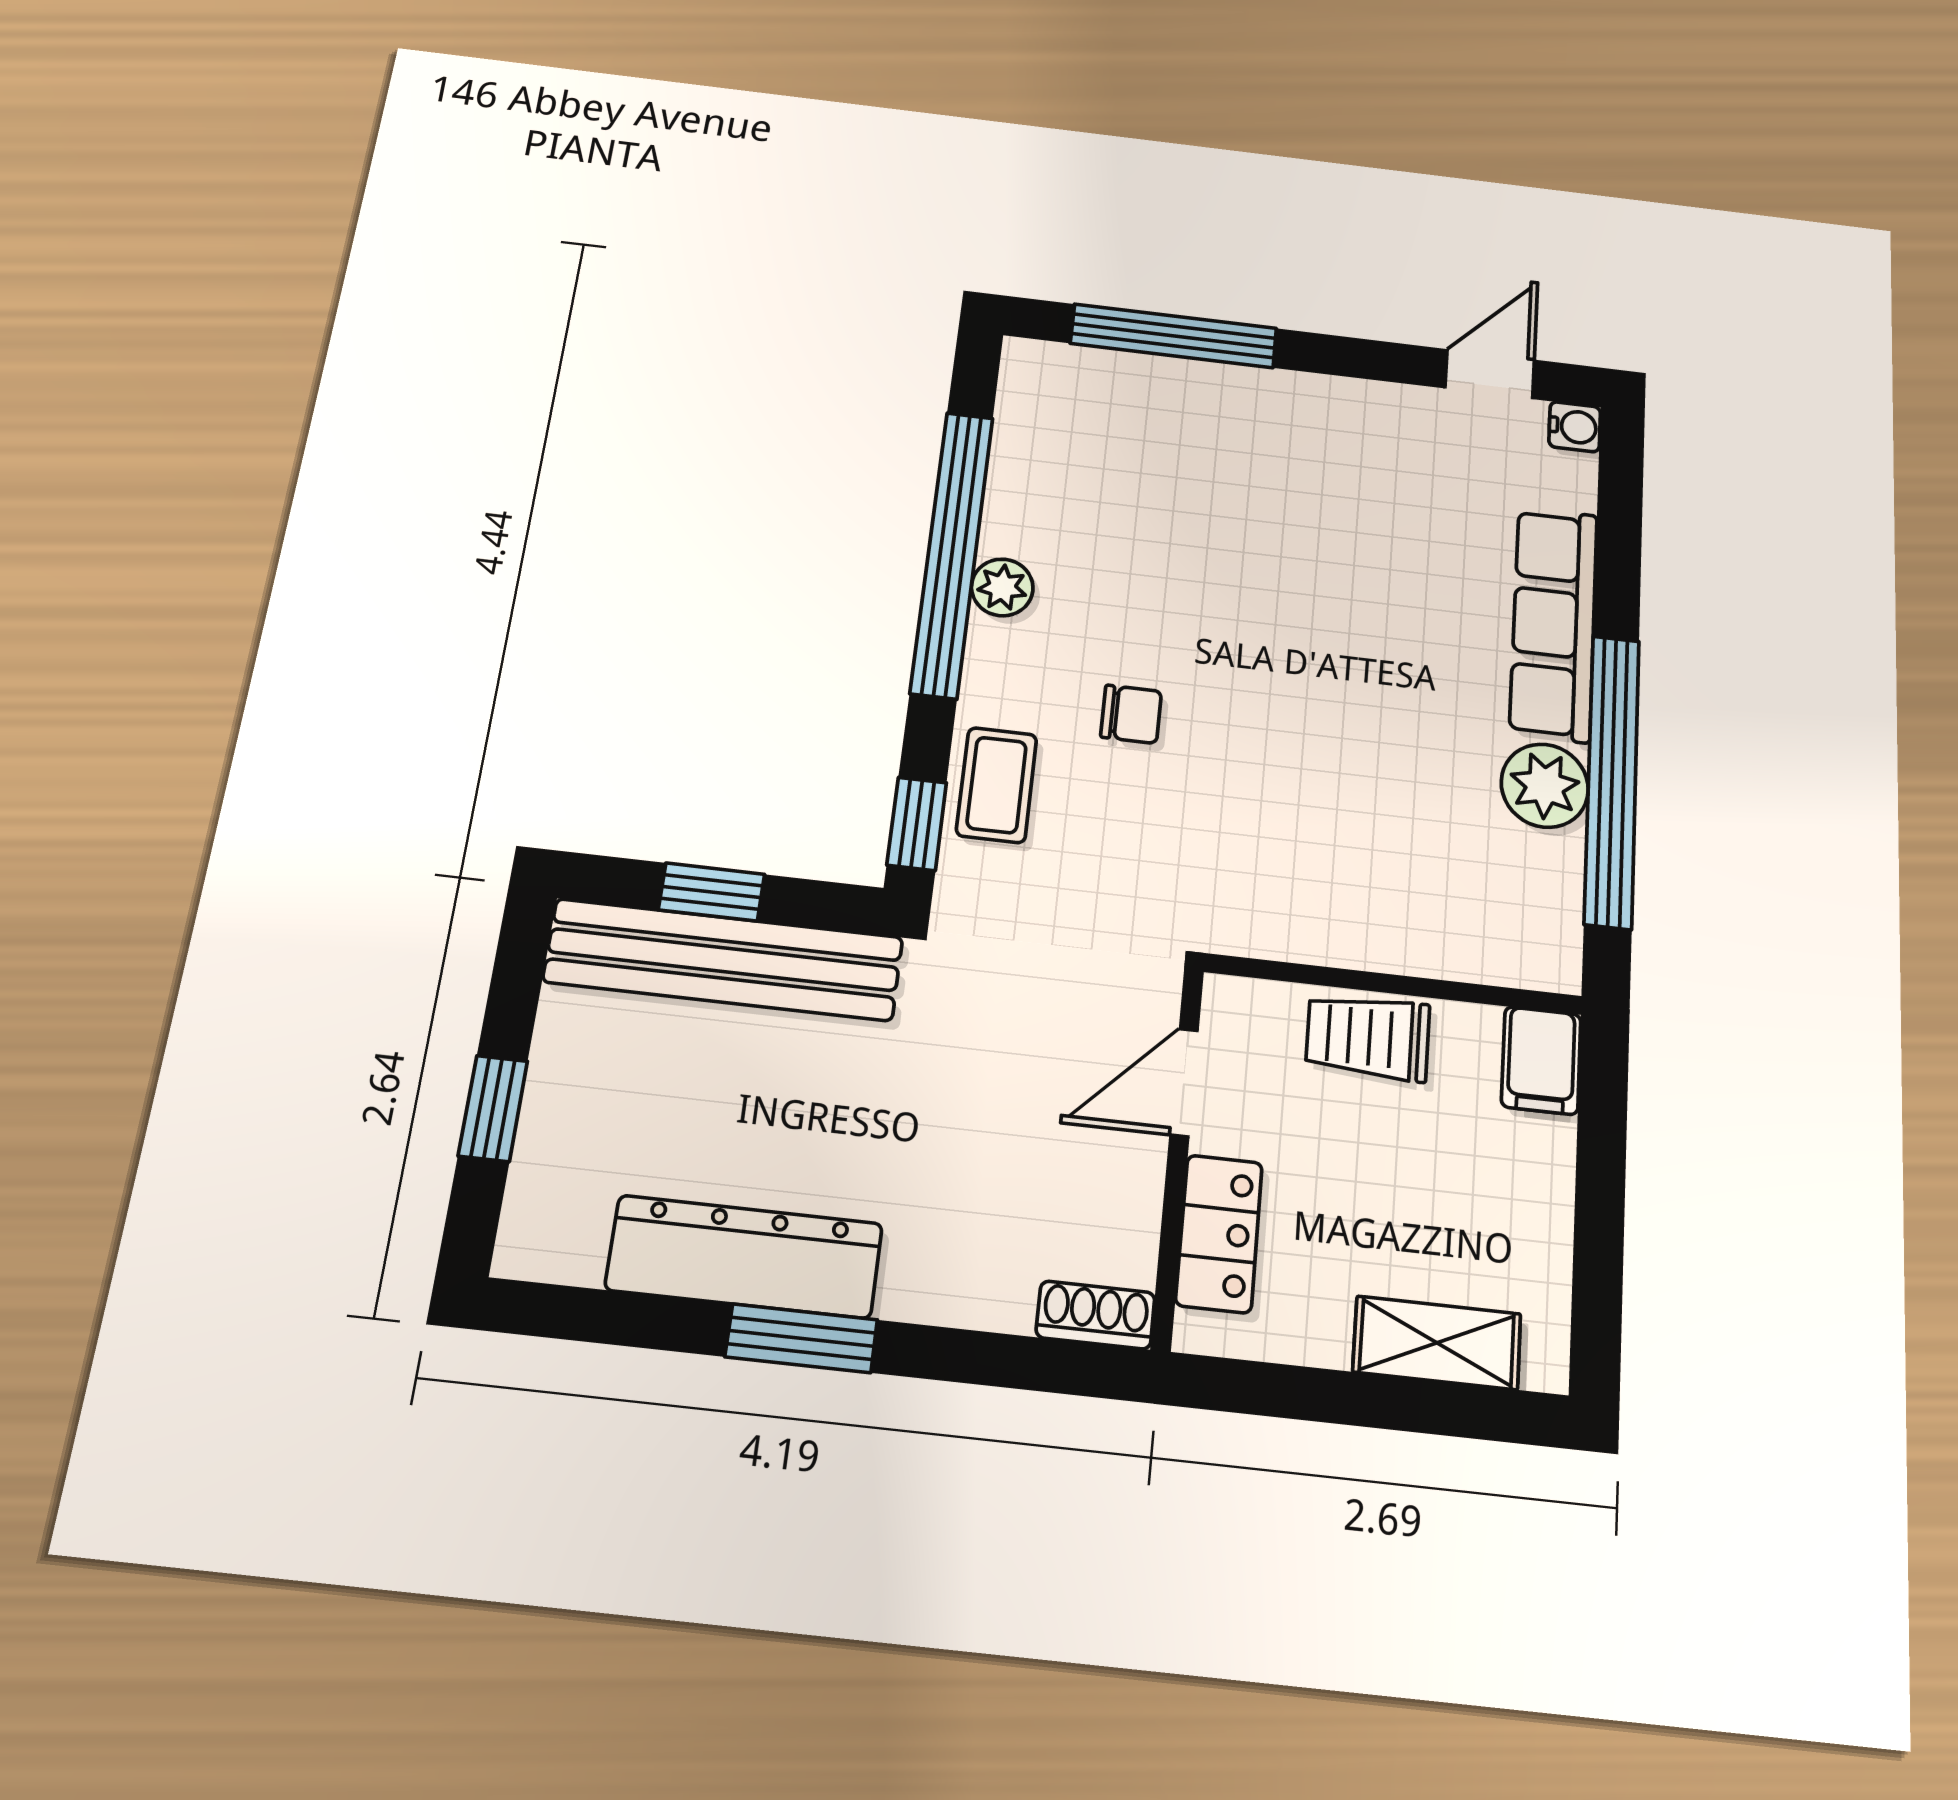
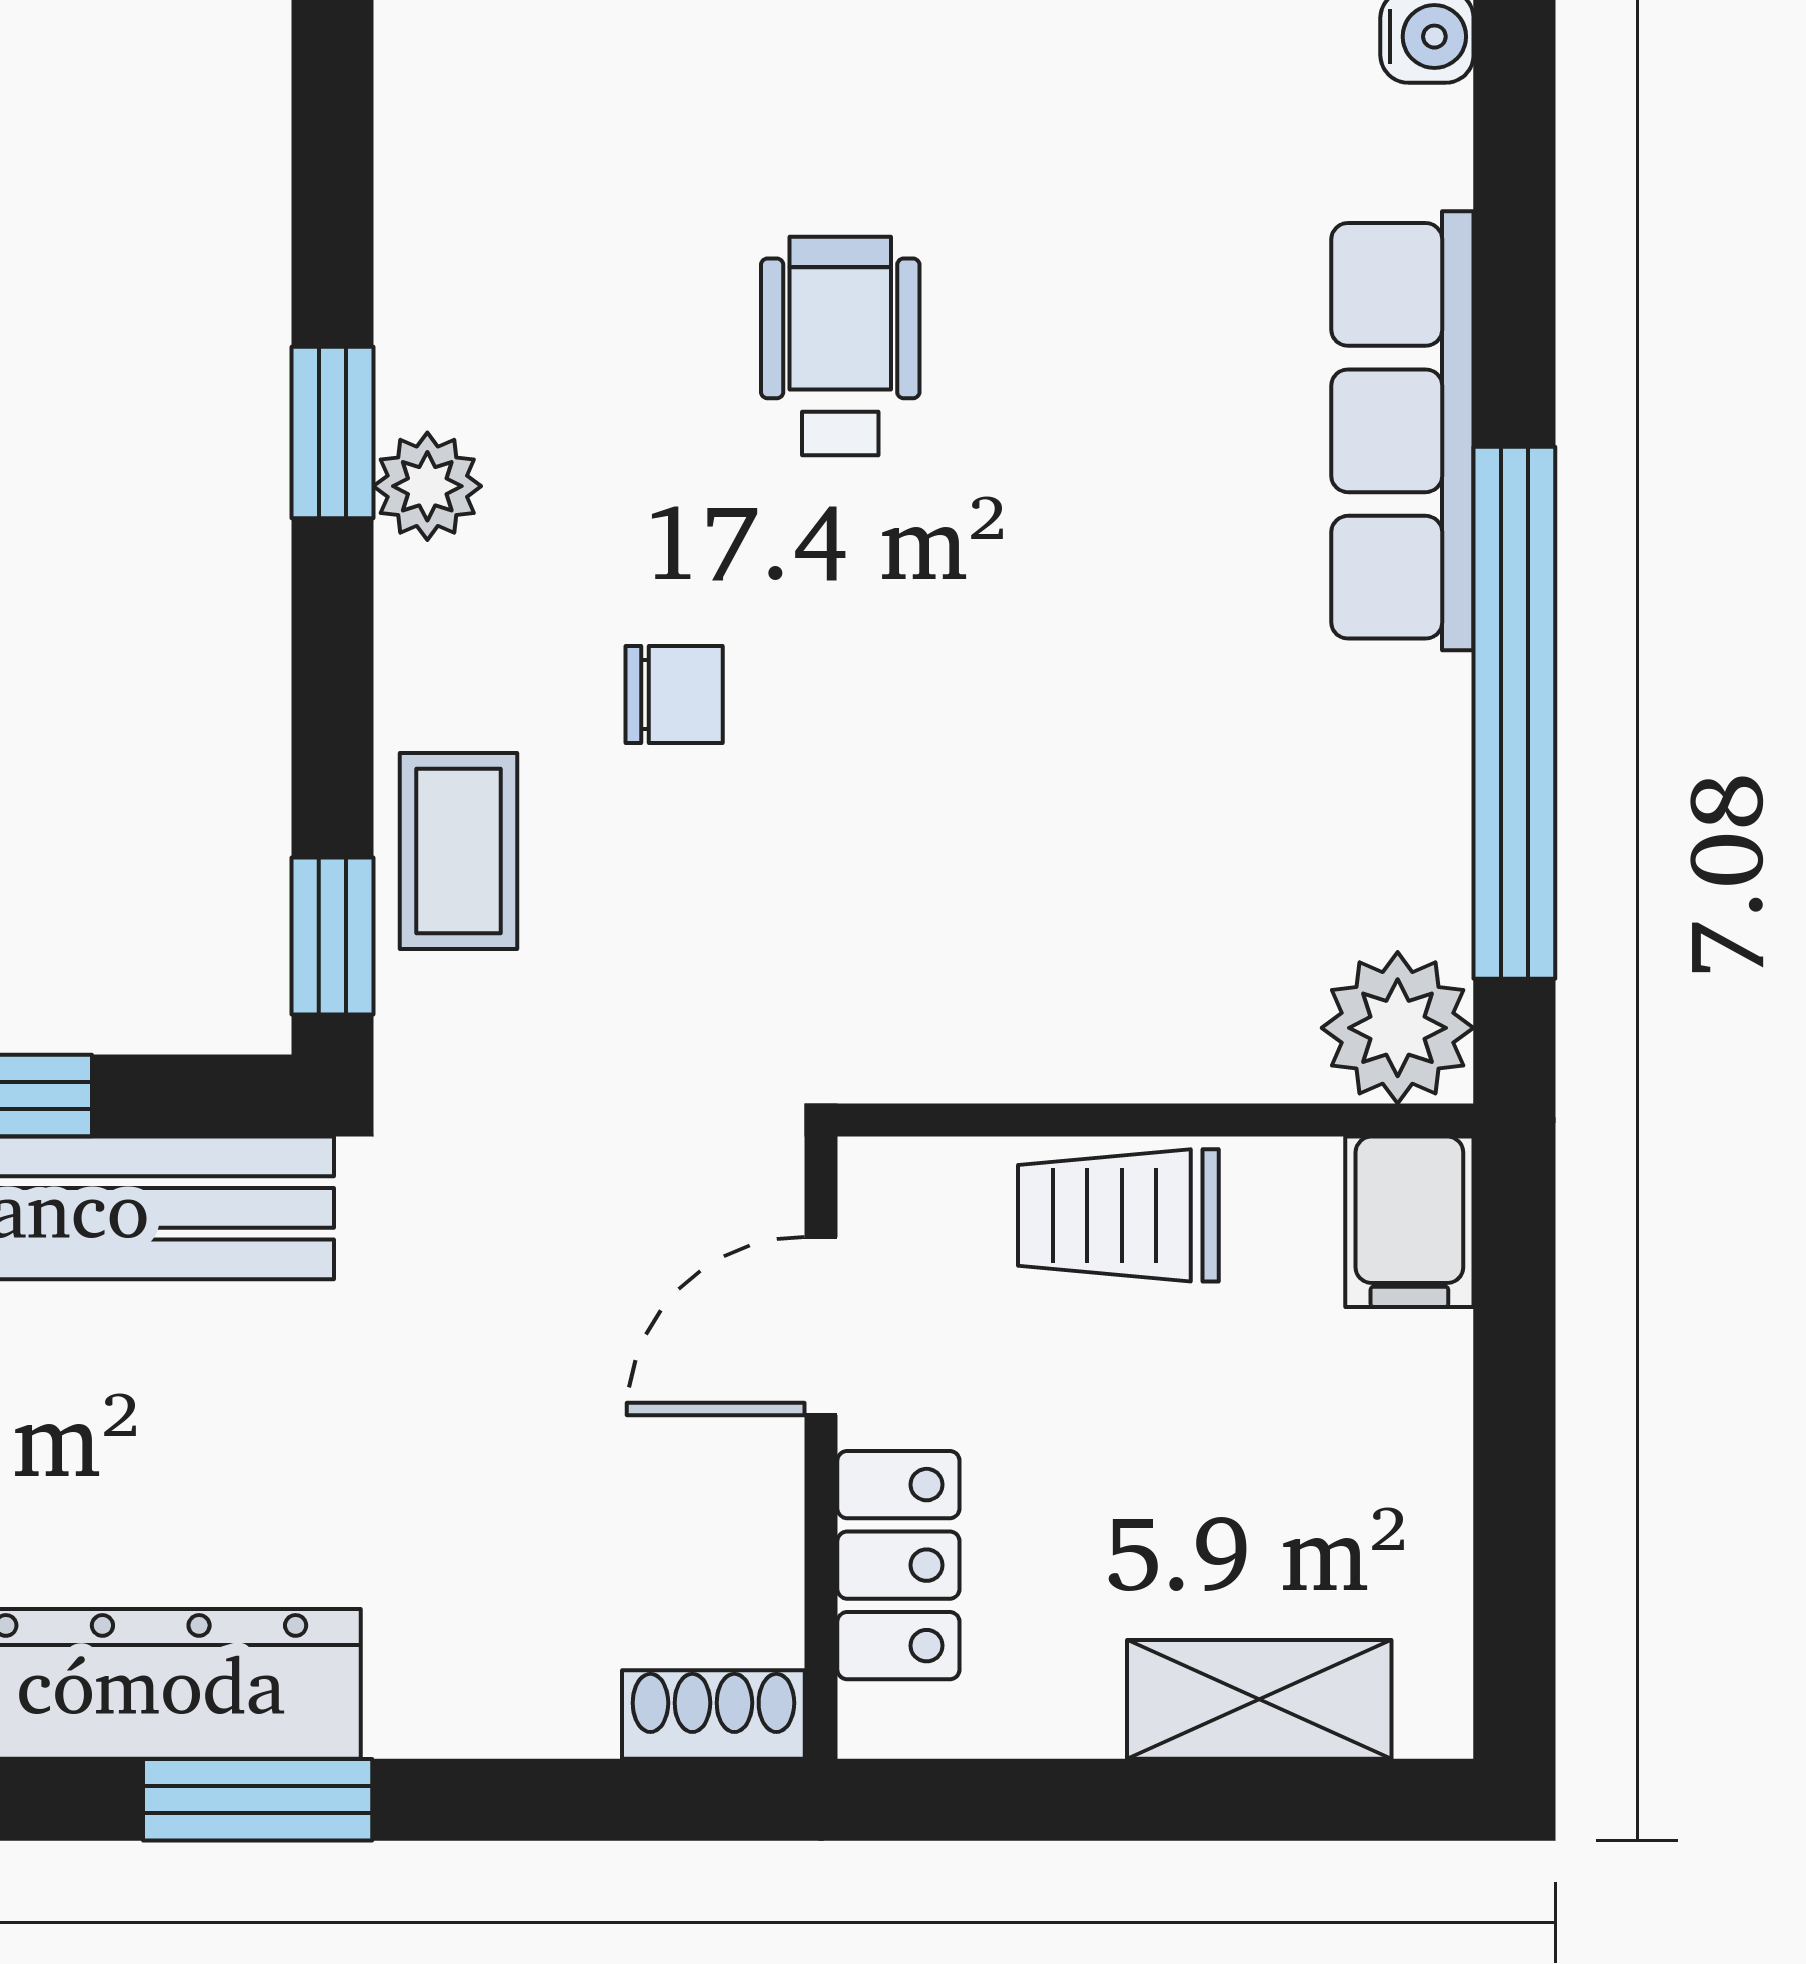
wheelchair: (1242, 543) -> (840, 346), added
window: (952, 553) -> (332, 433), width x0.32
plant: (1545, 786) -> (1398, 1028), moved

